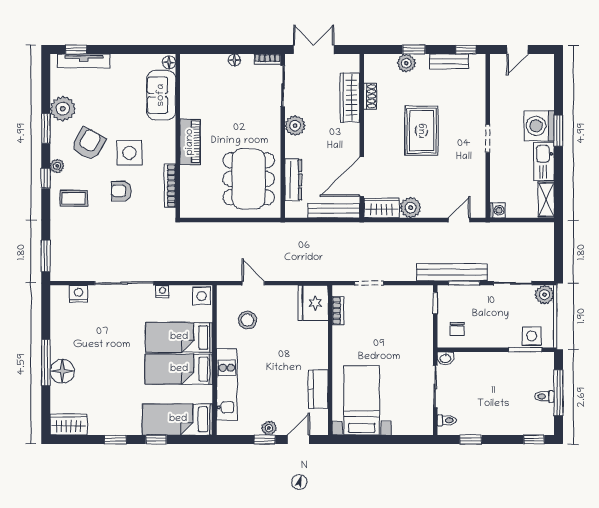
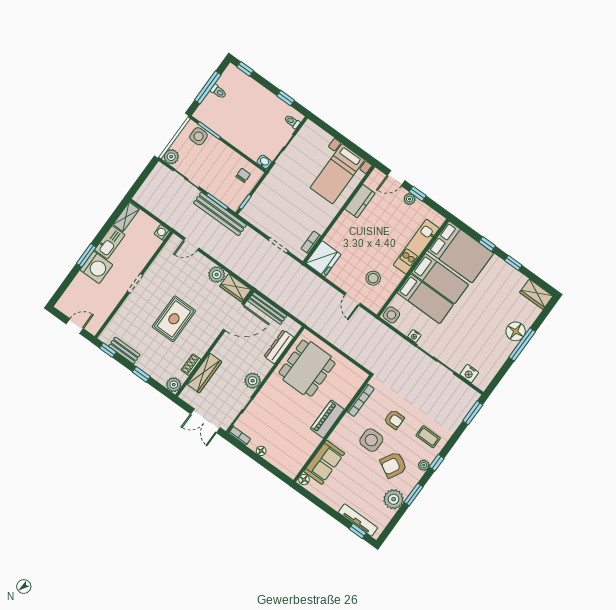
plant: (406, 63) -> (174, 385), moved
bed: (178, 419) -> (461, 252), width x1.50

